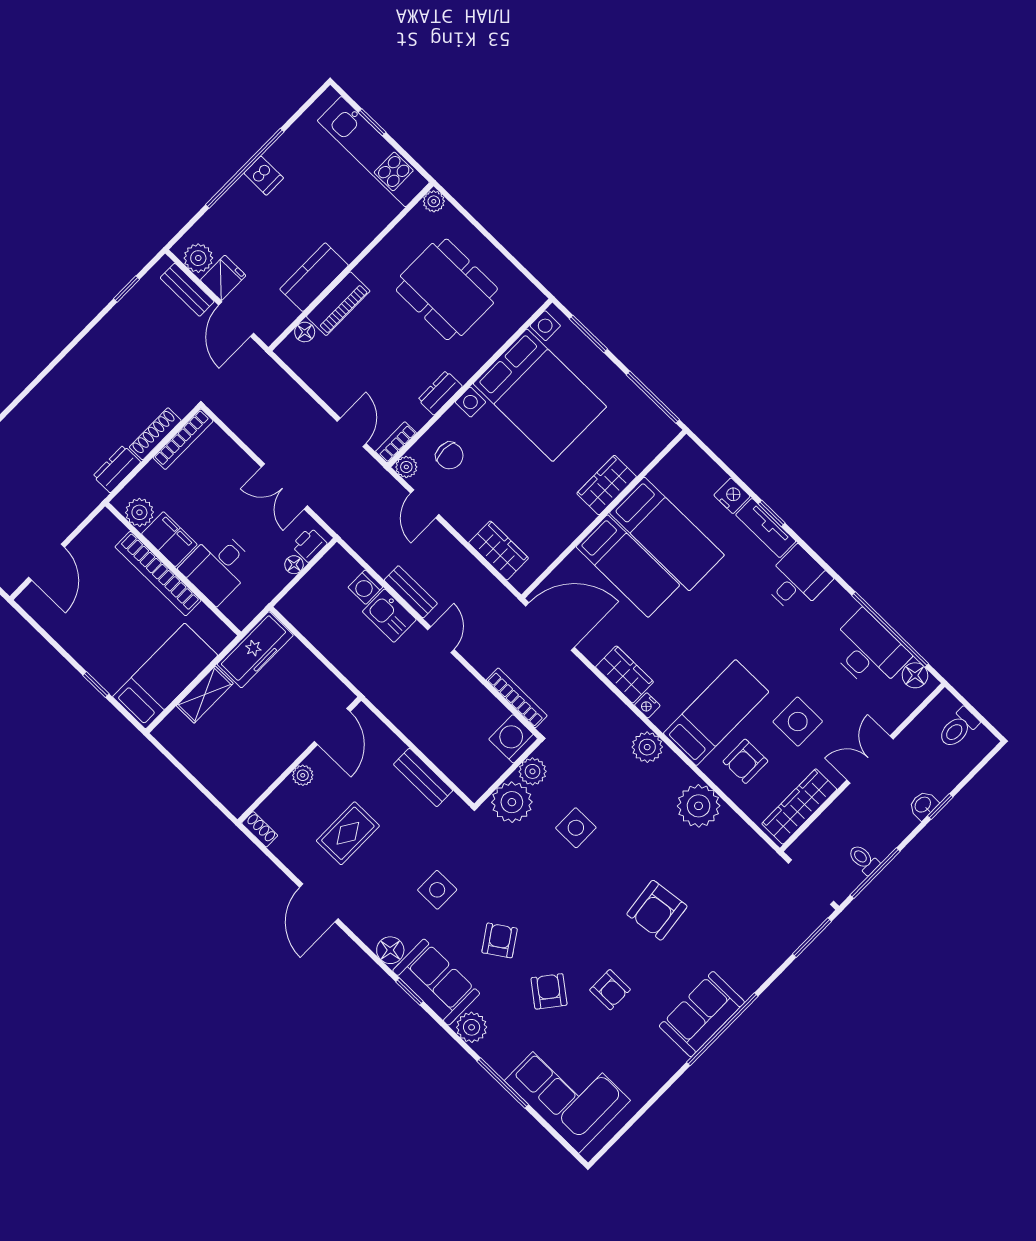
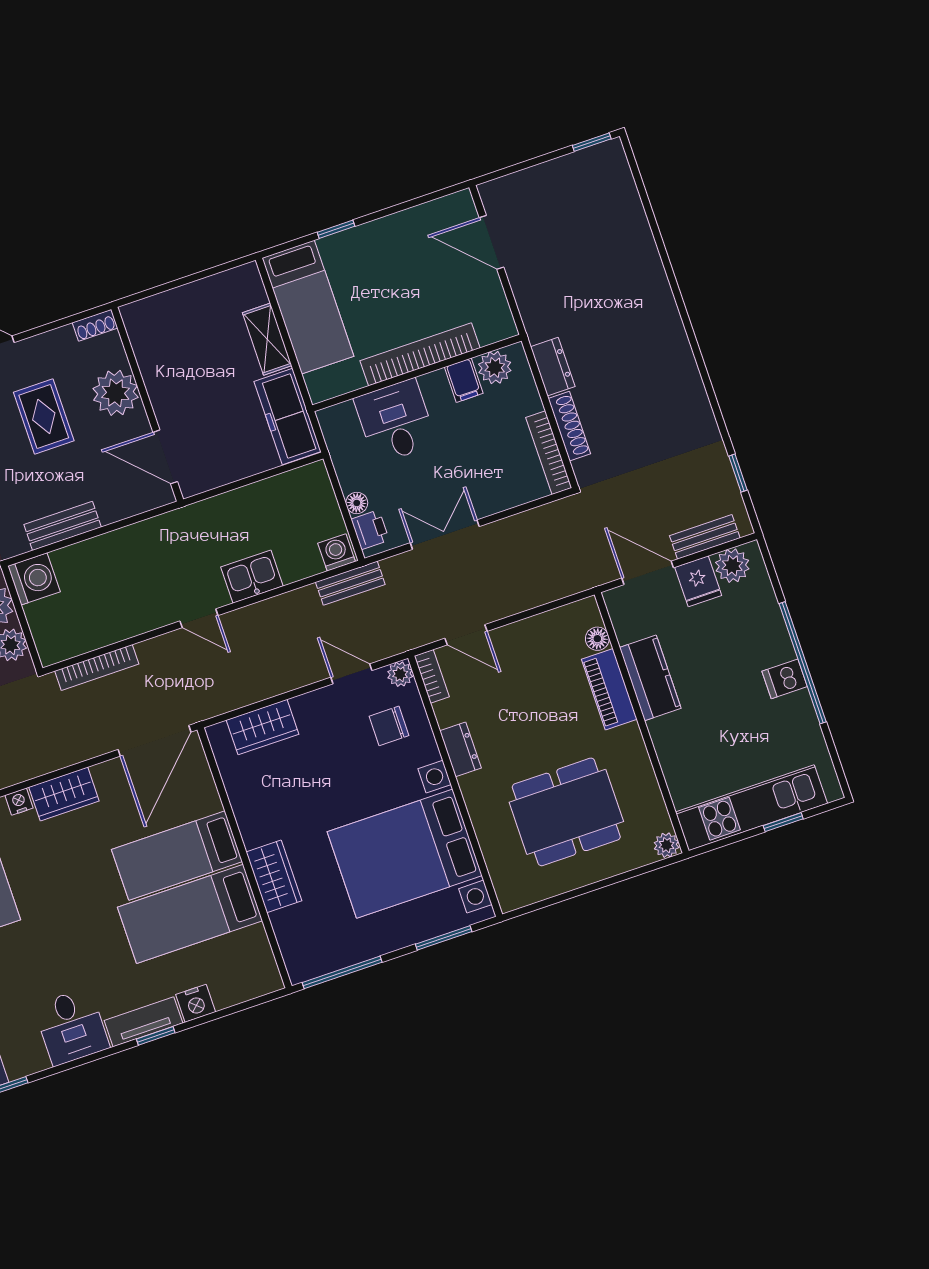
filing cabinet: (169, 539) -> (464, 380), width x0.50
washing machine: (365, 587) -> (337, 552), moved
bench: (411, 592) -> (350, 583), moved
washing machine: (513, 739) -> (34, 579), moved
plant: (303, 775) -> (116, 393), width x1.87, depth x1.87

